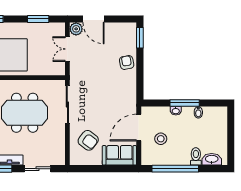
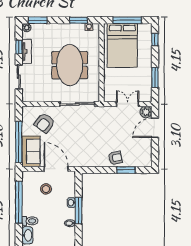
window: (140, 38) -> (126, 170), moved
window: (109, 169) -> (19, 142), added

